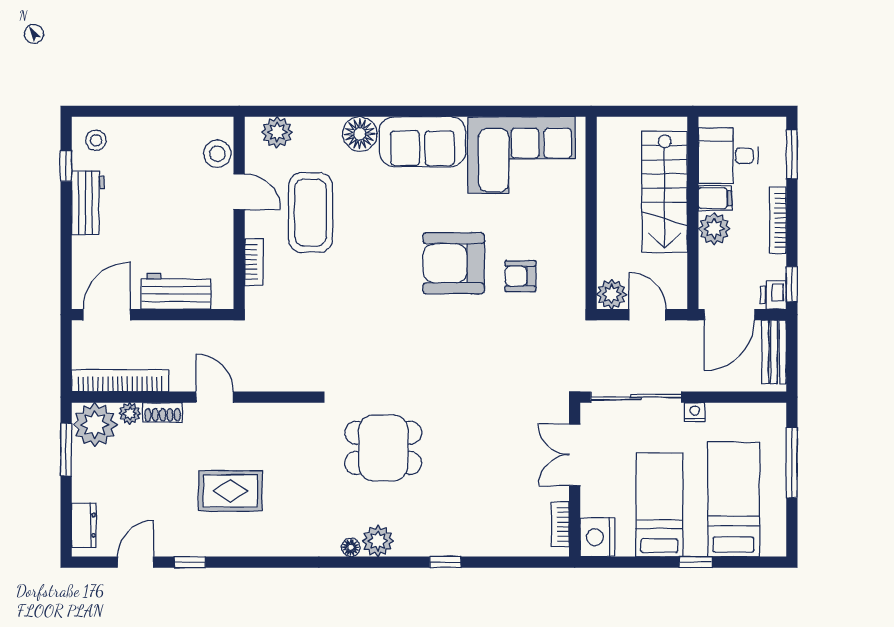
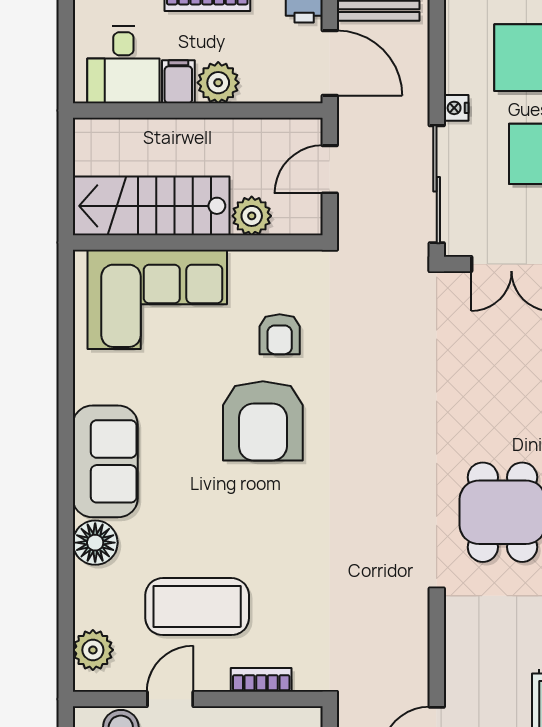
corner sofa: (521, 155) -> (157, 299), moved, turned 90
stairs: (665, 192) -> (151, 206), moved, turned 180
plant: (612, 294) -> (252, 216), moved

